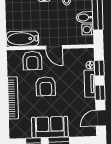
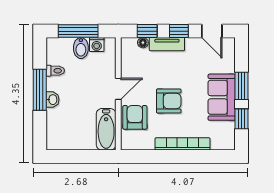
armchair: (32, 61) -> (135, 117), turned -90

